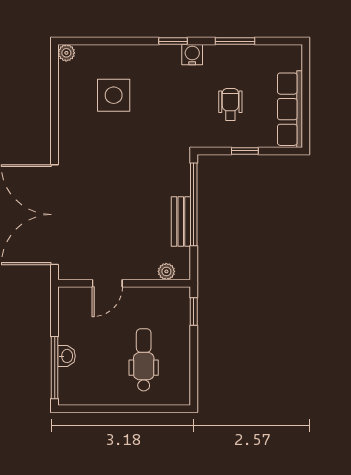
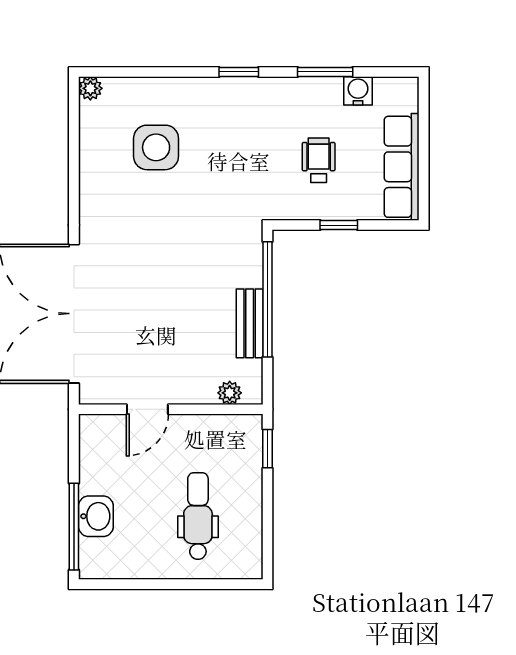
water cooler: (192, 55) -> (358, 91), moved
washbasin: (67, 356) -> (96, 516), width x1.38, depth x1.45

